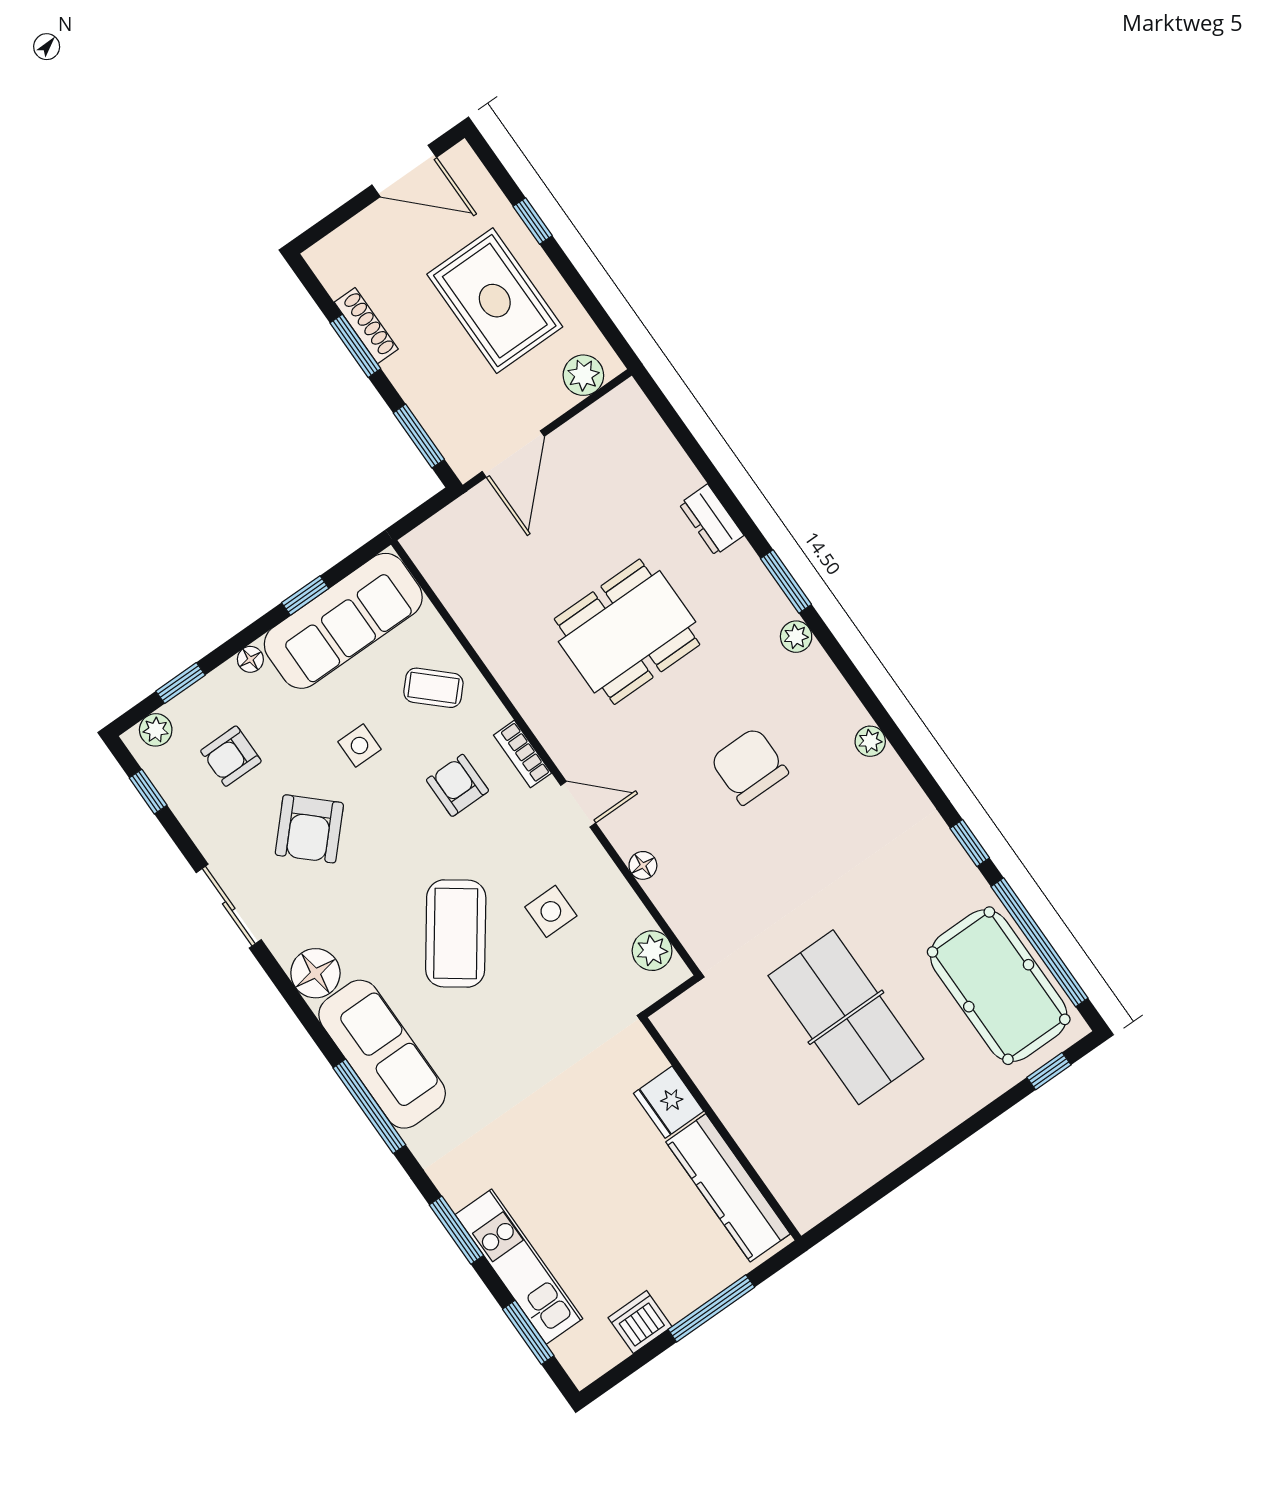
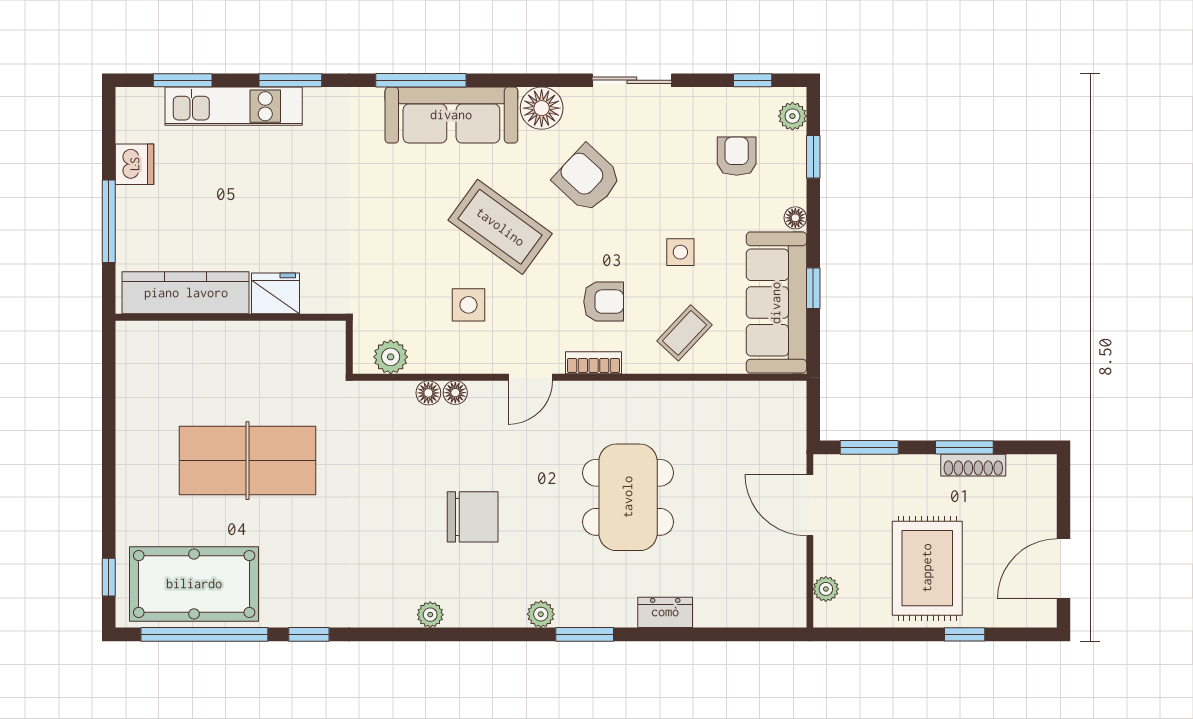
rug: (495, 301) -> (927, 568), turned 90
plant: (583, 375) -> (826, 589), width x0.73, depth x0.73
armchair: (309, 829) -> (587, 179), moved
floor lamp: (661, 891) -> (428, 393), added

